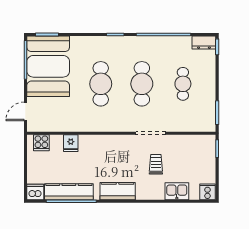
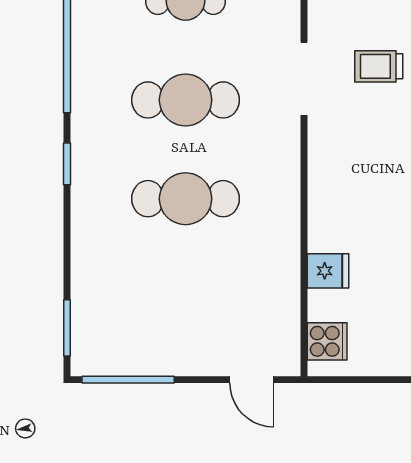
booth: (48, 66) -> (143, 325), removed

